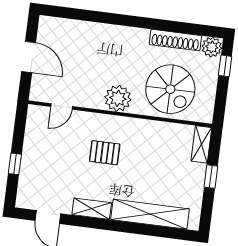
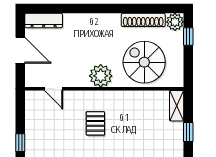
dresser: (60, 26) -> (44, 21), added
spiral stairs: (170, 89) -> (144, 62), turned 180
door: (62, 106) -> (54, 89), hinge flipped
pallet: (105, 153) -> (95, 123), turned 90

